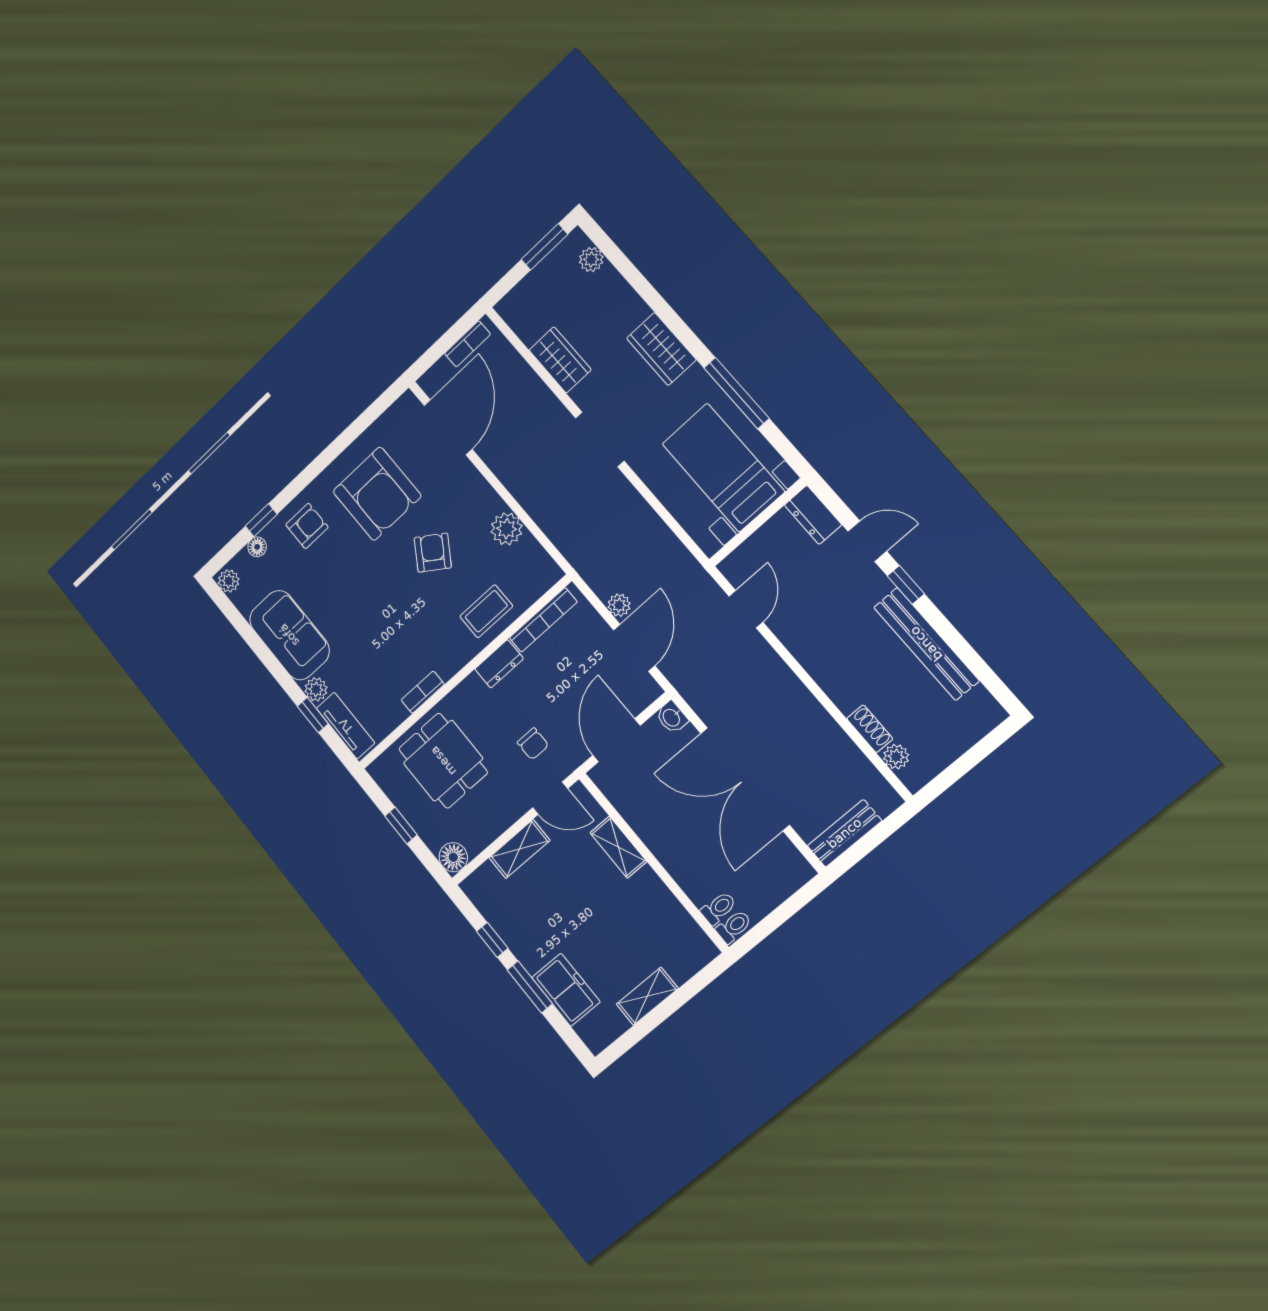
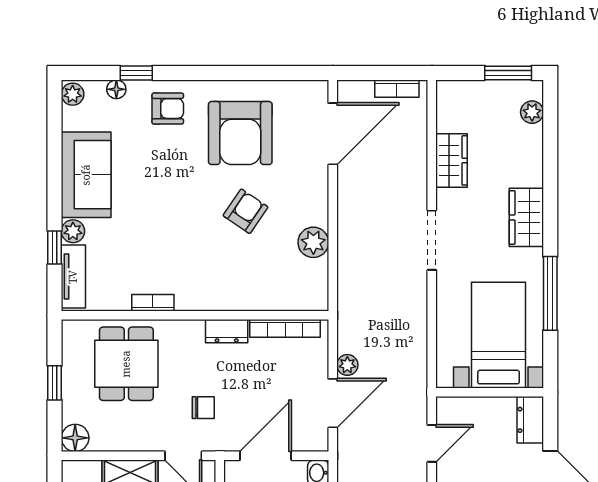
coffee table: (486, 611) -> (249, 287), removed
chair: (533, 744) -> (203, 408), turned -90

